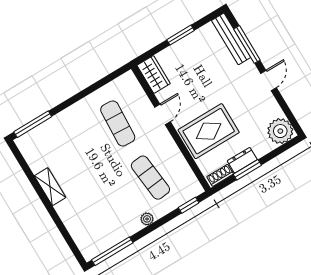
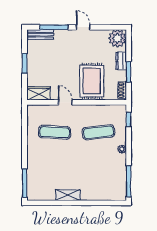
bench: (231, 39) -> (40, 35), width x0.73
dresser: (242, 160) -> (121, 61), moved

